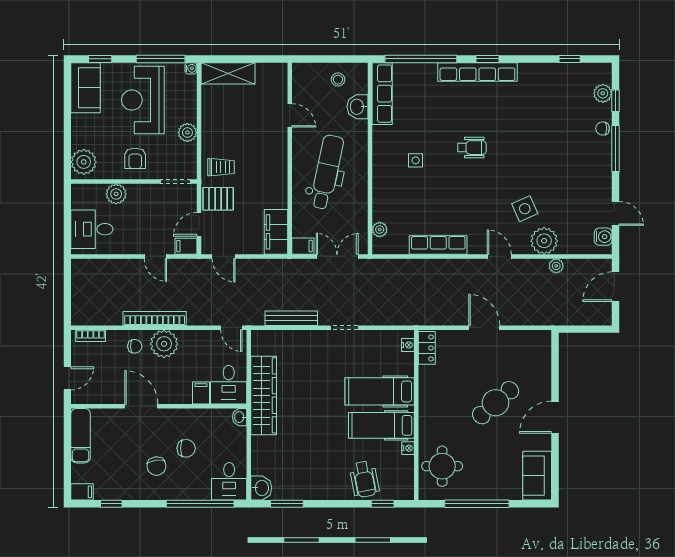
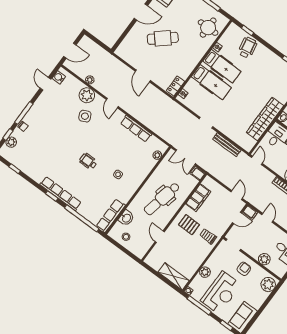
plant: (187, 132) -> (205, 272), moved
pallet: (218, 199) -> (189, 225), moved
filing cabinet: (276, 232) -> (198, 198), moved

